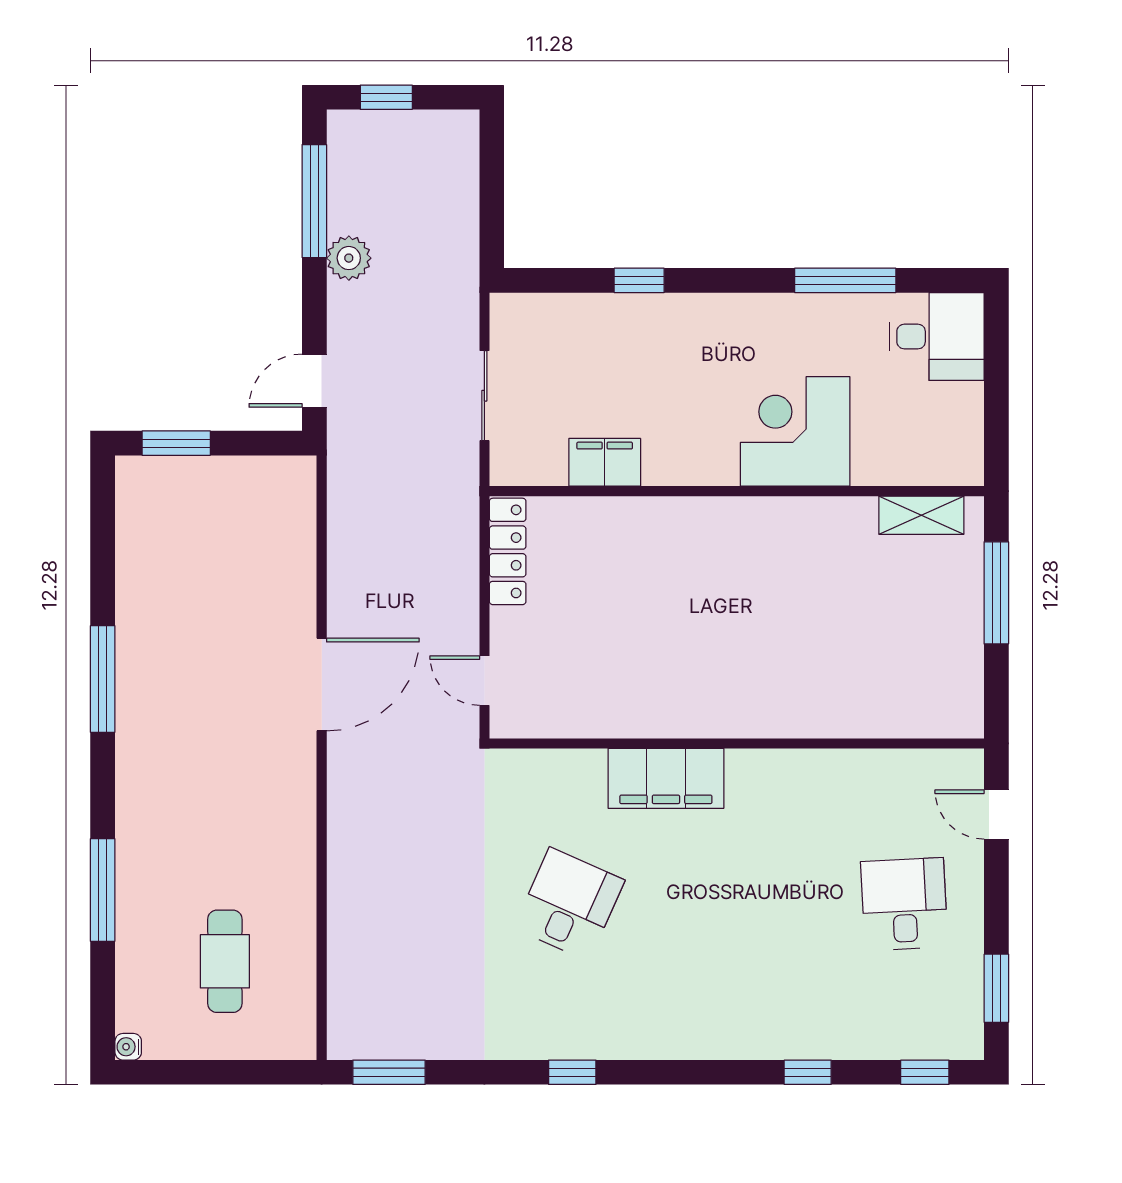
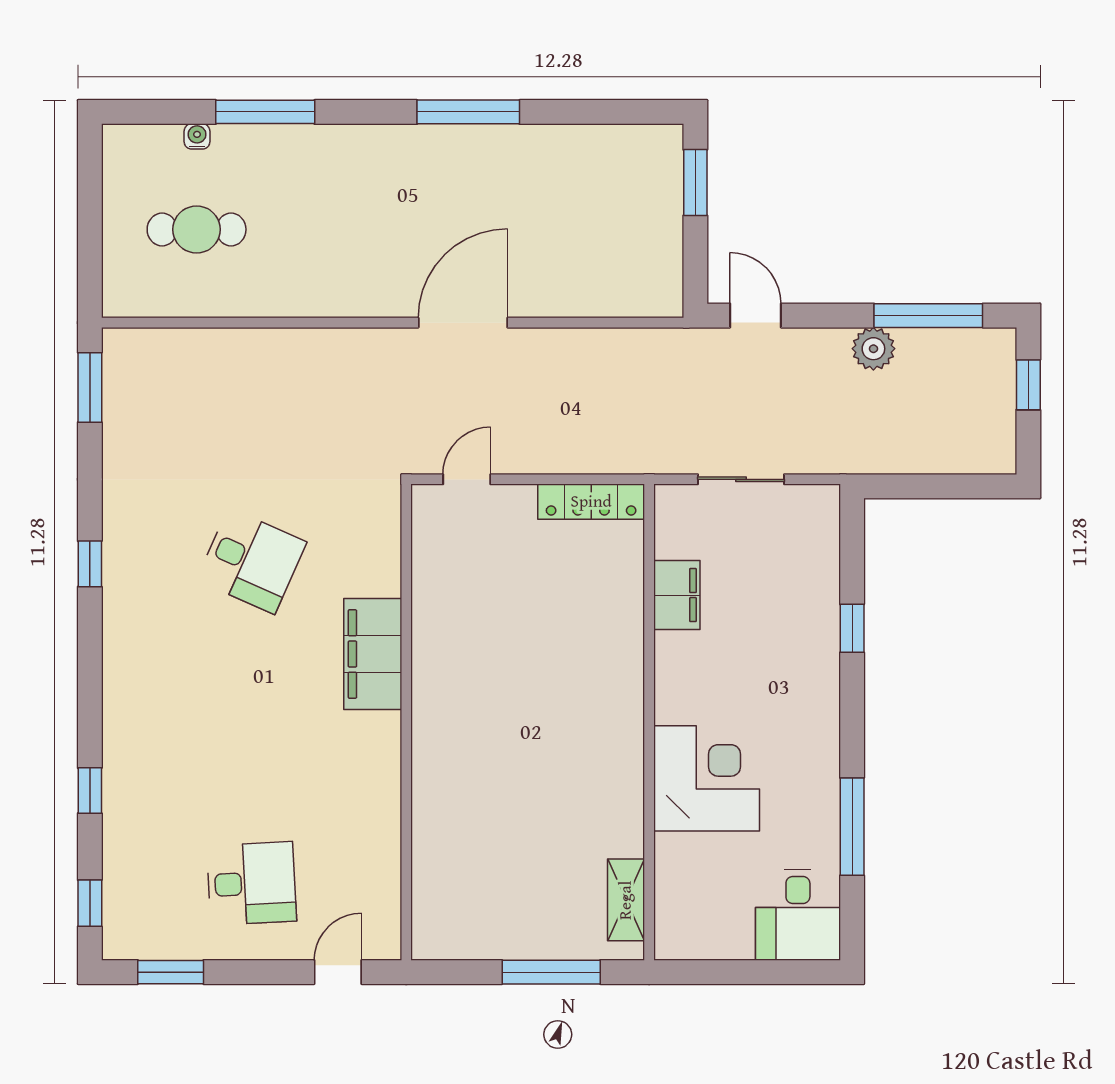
door: (322, 685) -> (463, 323), swing flipped
water cooler: (128, 1047) -> (197, 136), moved

